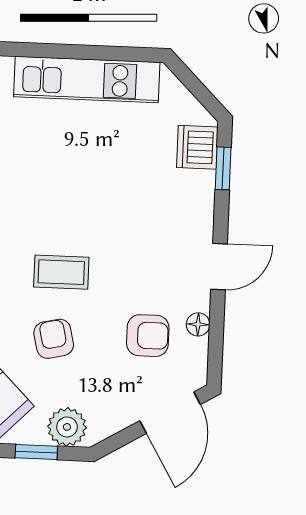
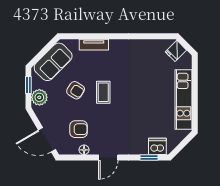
door: (219, 267) -> (108, 157), hinge flipped
armchair: (148, 336) -> (79, 129), turned -90
armchair: (54, 339) -> (76, 90), turned 45

